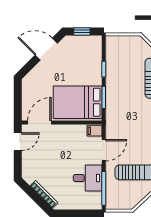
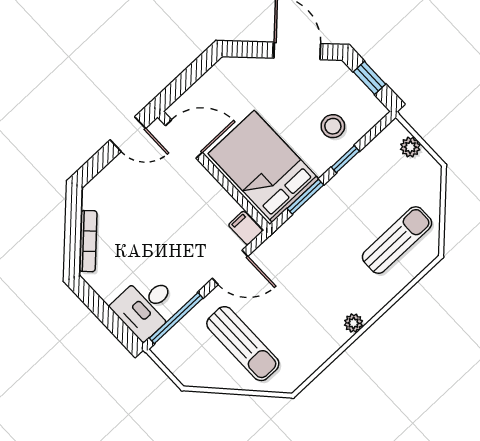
plant: (122, 41) -> (410, 147), added
stool: (87, 62) -> (333, 126), added
desk: (88, 178) -> (146, 306), moved, turned 90

